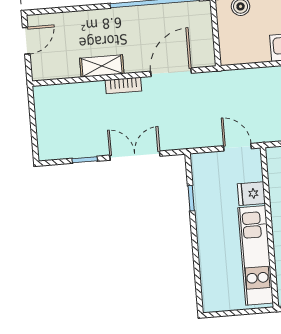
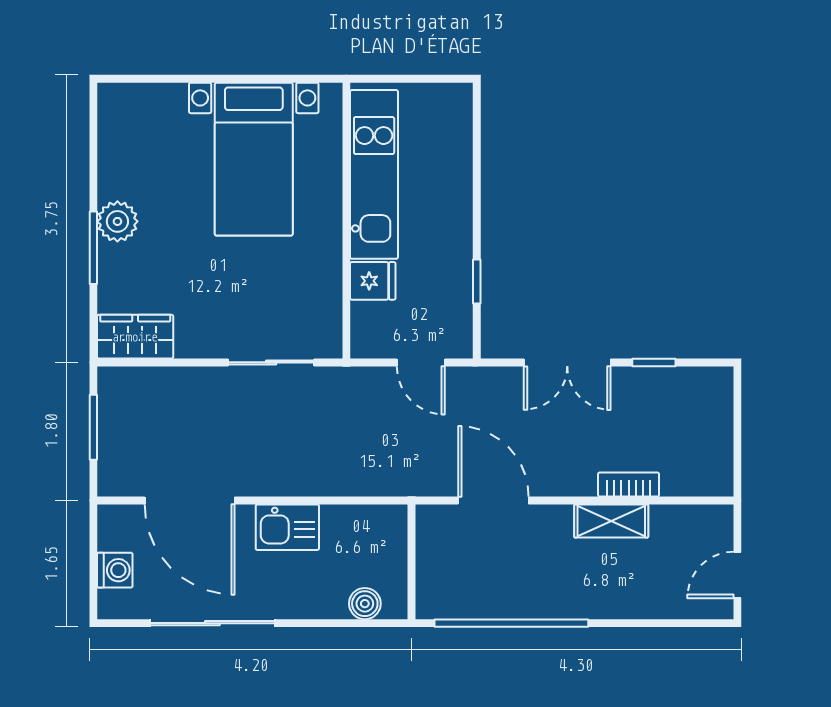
door: (171, 72) -> (493, 500), swing flipped
bookcase: (123, 85) -> (629, 485), moved
door: (237, 147) -> (421, 362), moved

